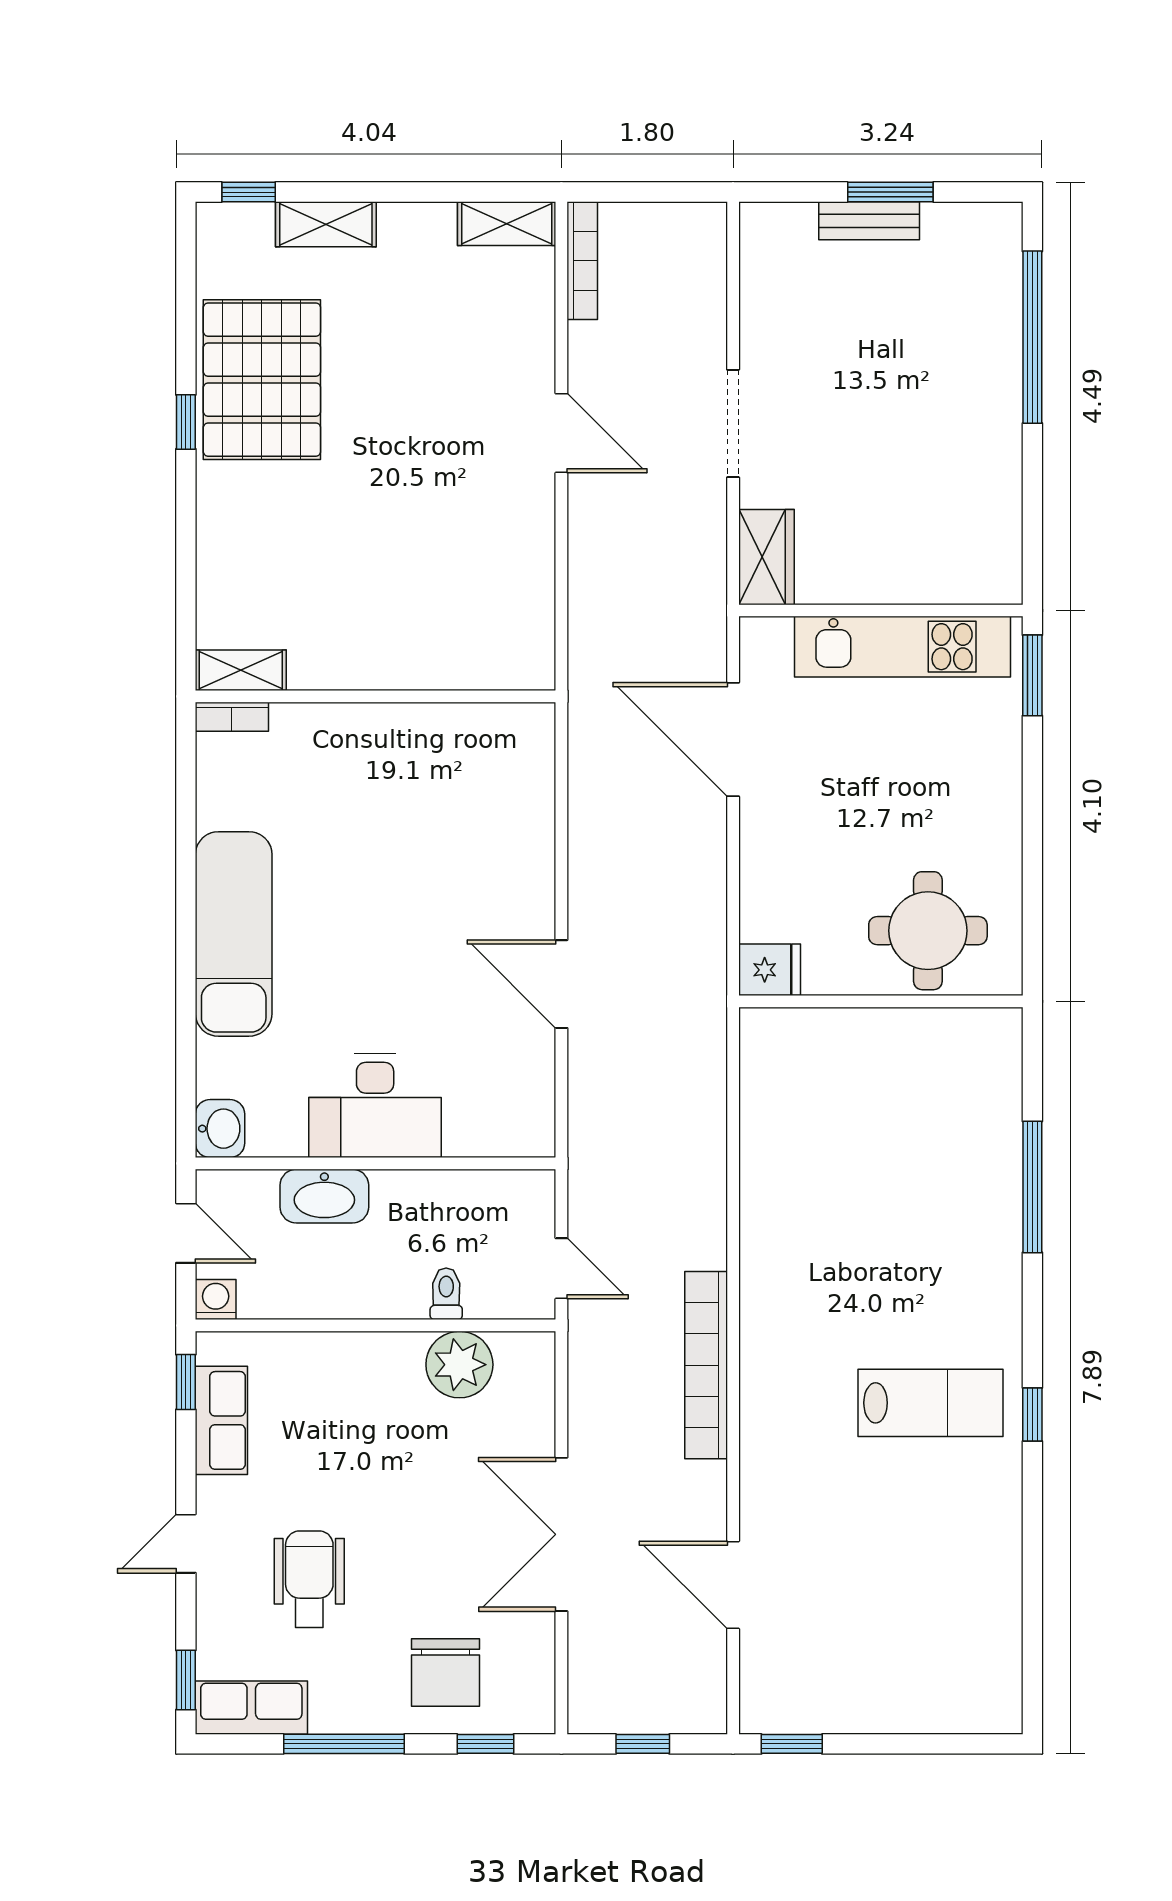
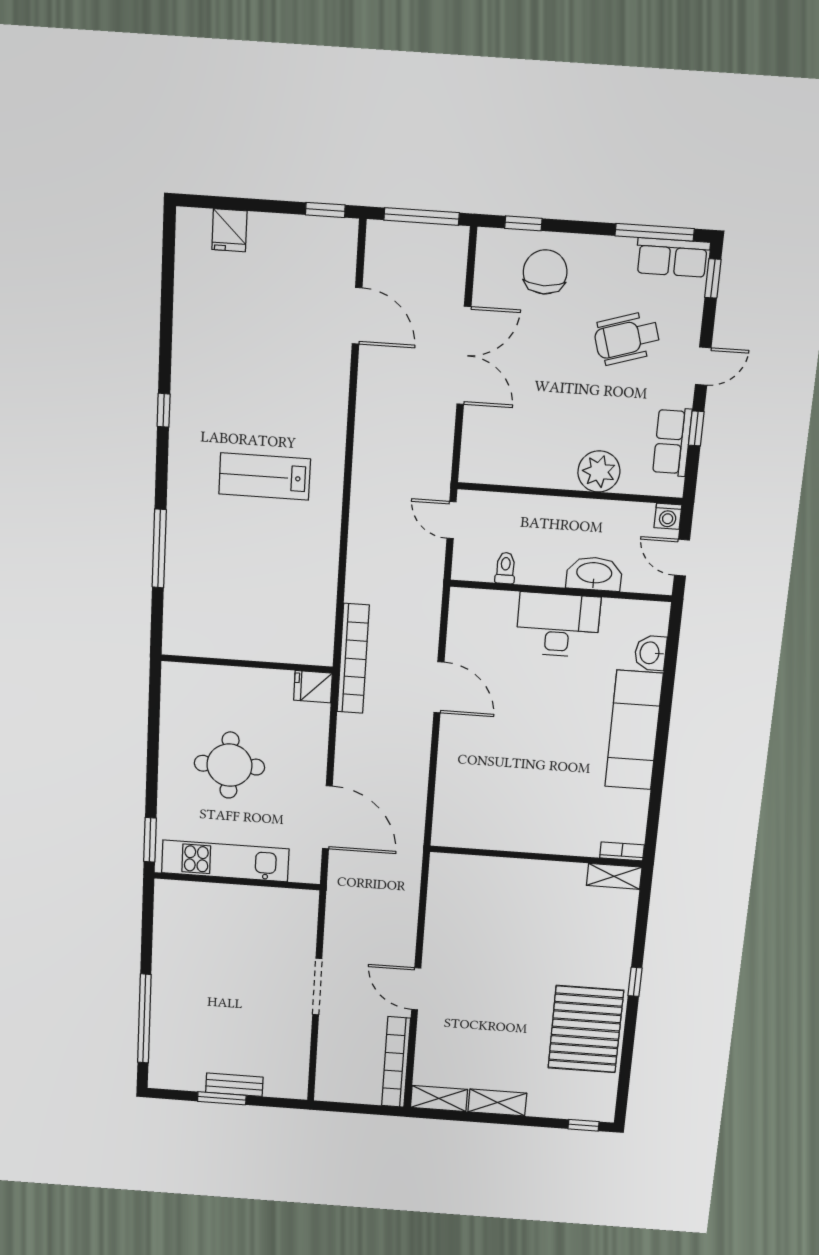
shelving: (326, 224) -> (497, 1103), moved
bookcase: (582, 261) -> (396, 1062), width x1.48, depth x1.31
window: (186, 422) -> (635, 982), moved
wardrobe: (766, 557) -> (302, 915), removed
round table: (928, 931) -> (229, 765), moved
washbasin: (220, 1129) -> (650, 653), moved
toilet: (446, 1294) -> (505, 568), moved, turned 180
plant: (459, 1365) -> (599, 471), moved
bookcase: (706, 1365) -> (353, 659), moved
window: (186, 1382) -> (696, 428), moved
lab bench: (931, 1403) -> (265, 477), moved
wheelchair: (309, 1579) -> (627, 338), turned 73
fridge: (939, 1703) -> (229, 230), added
window: (344, 1744) -> (655, 232), moved
window: (643, 1744) -> (422, 216), width x2.17

